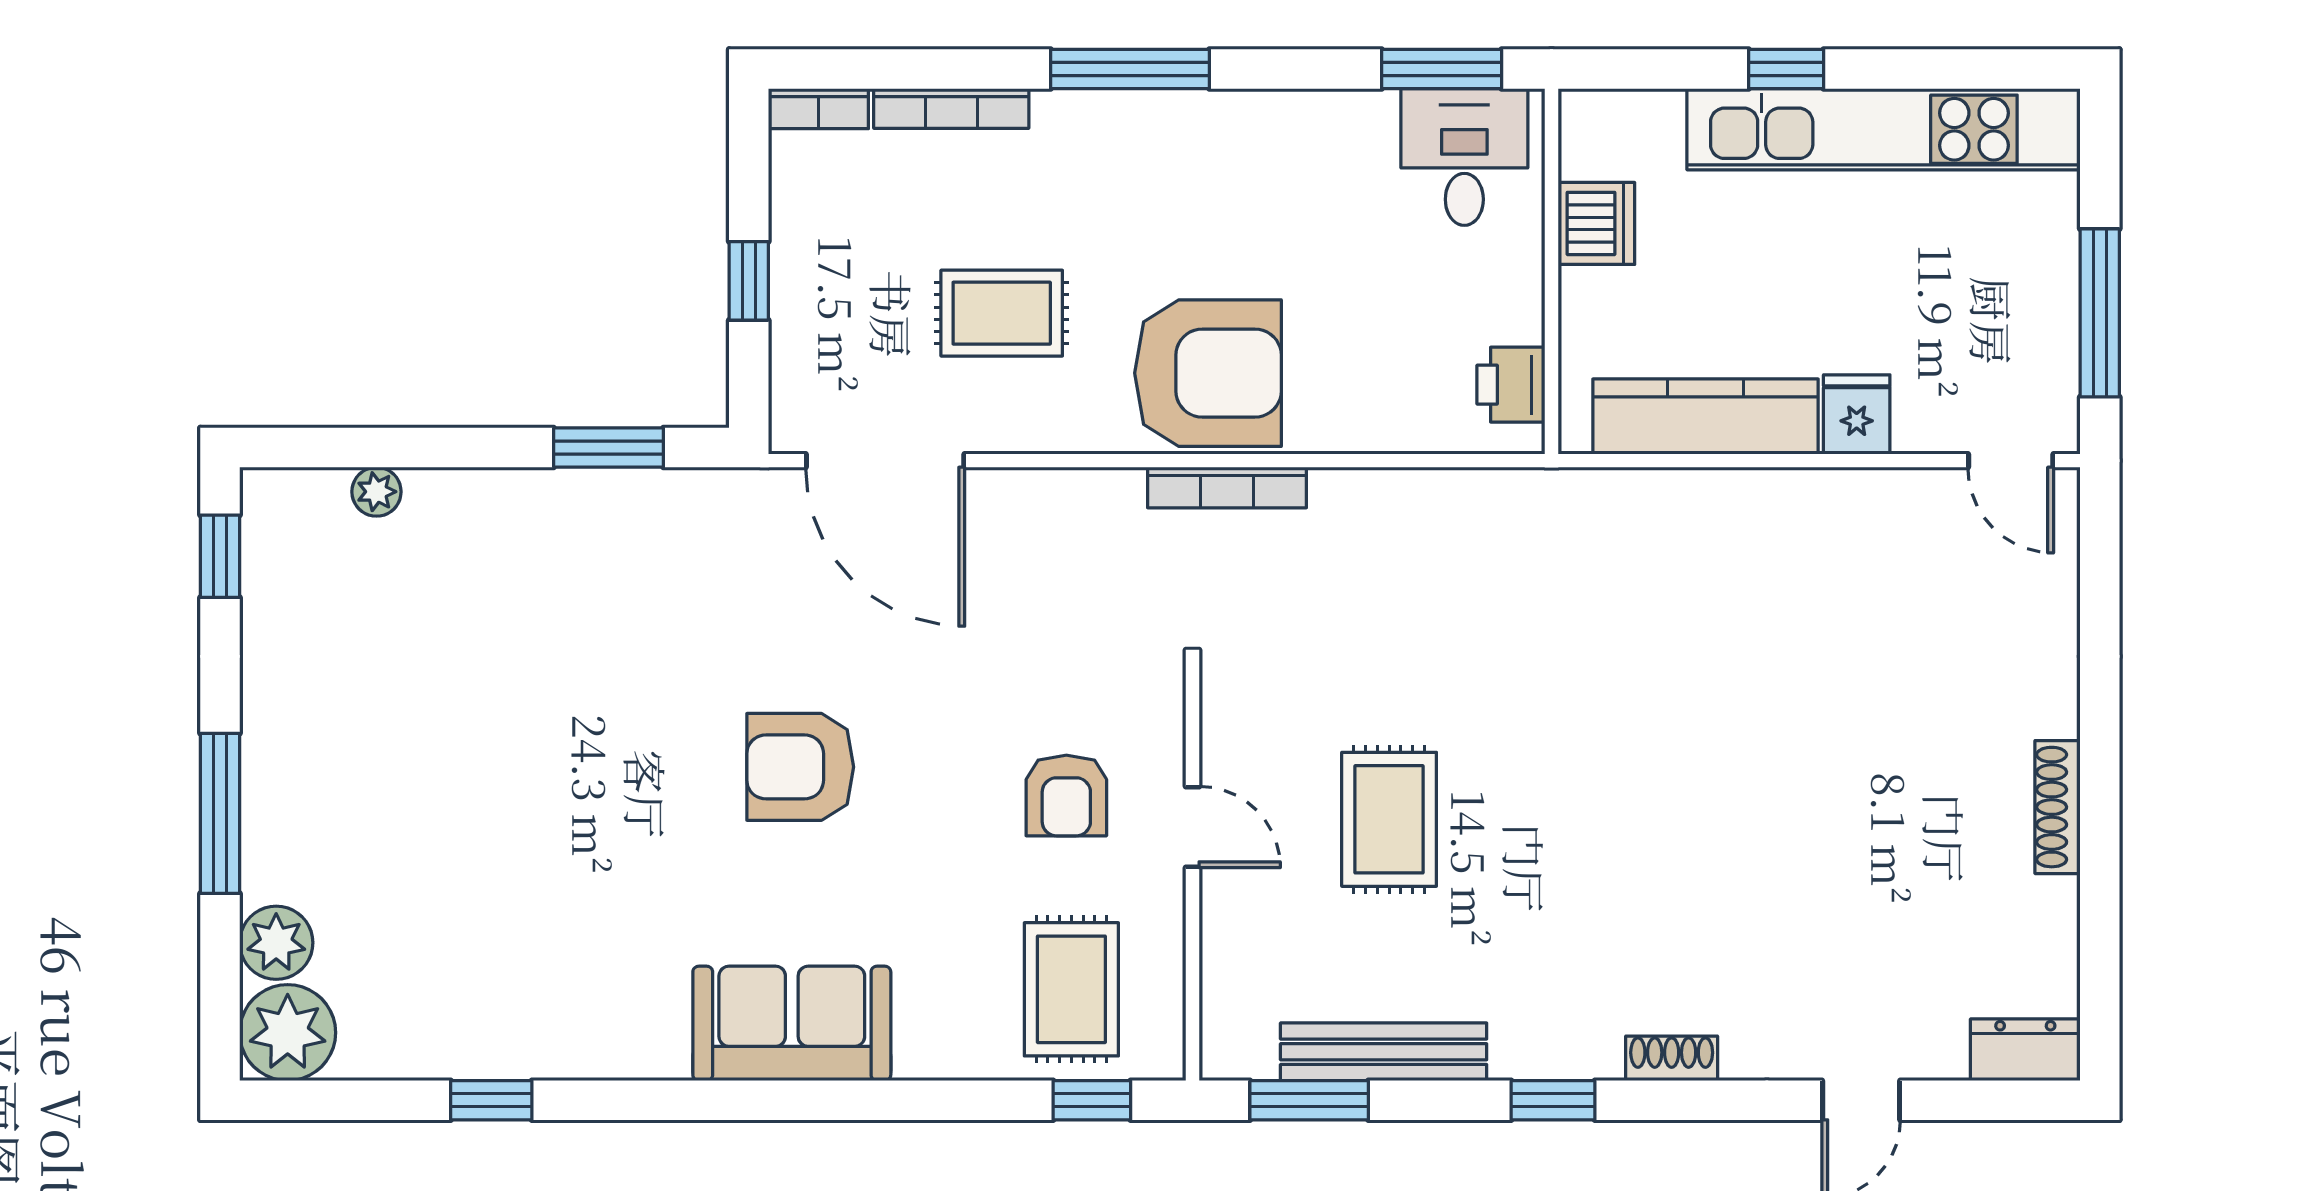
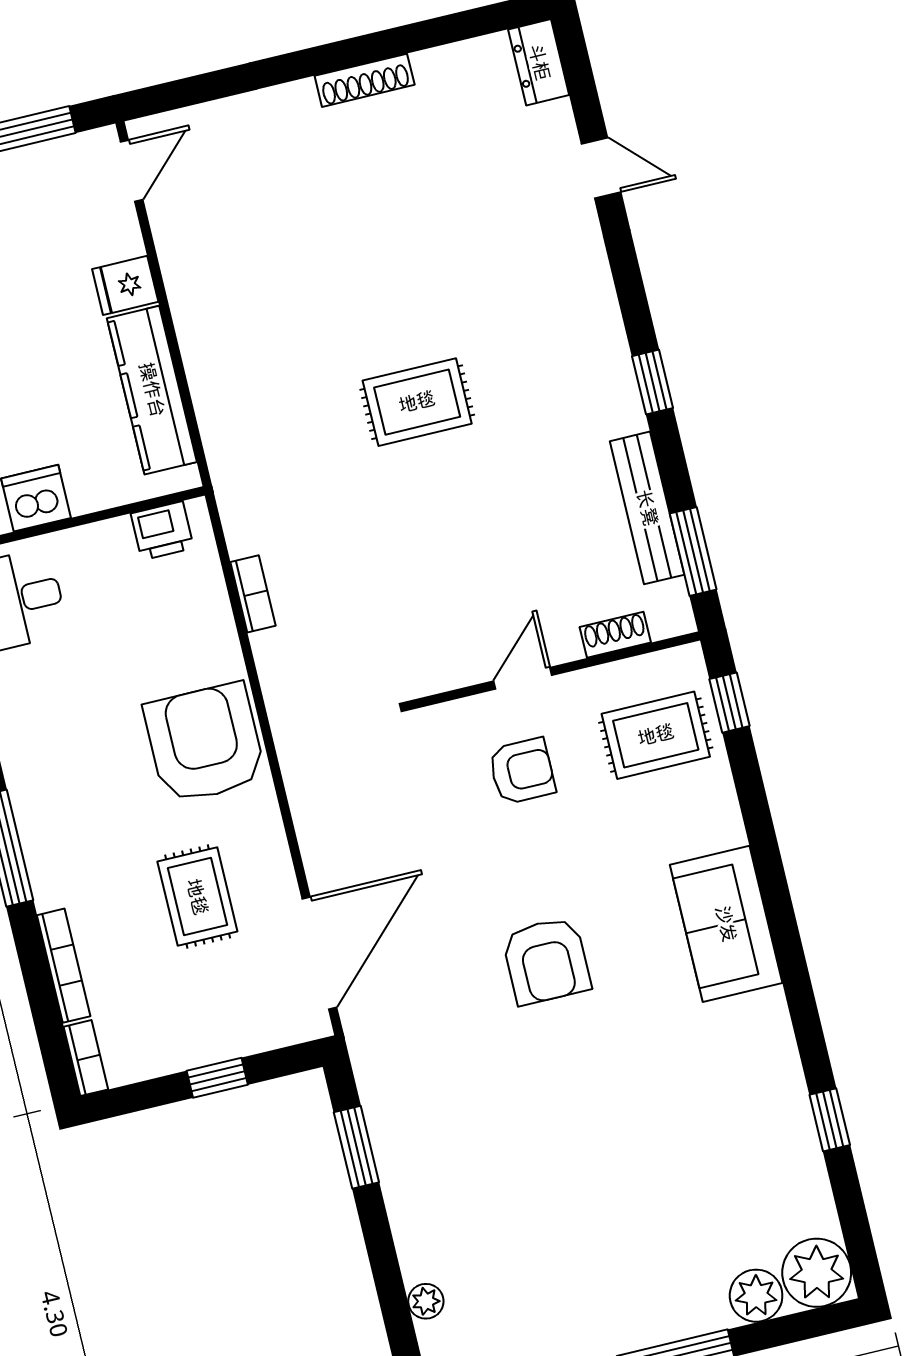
bookcase: (1227, 487) -> (253, 594), moved, width x0.64
rug: (1389, 819) -> (417, 402), moved
shoe rack: (1672, 1058) -> (615, 635), moved, turned 90

